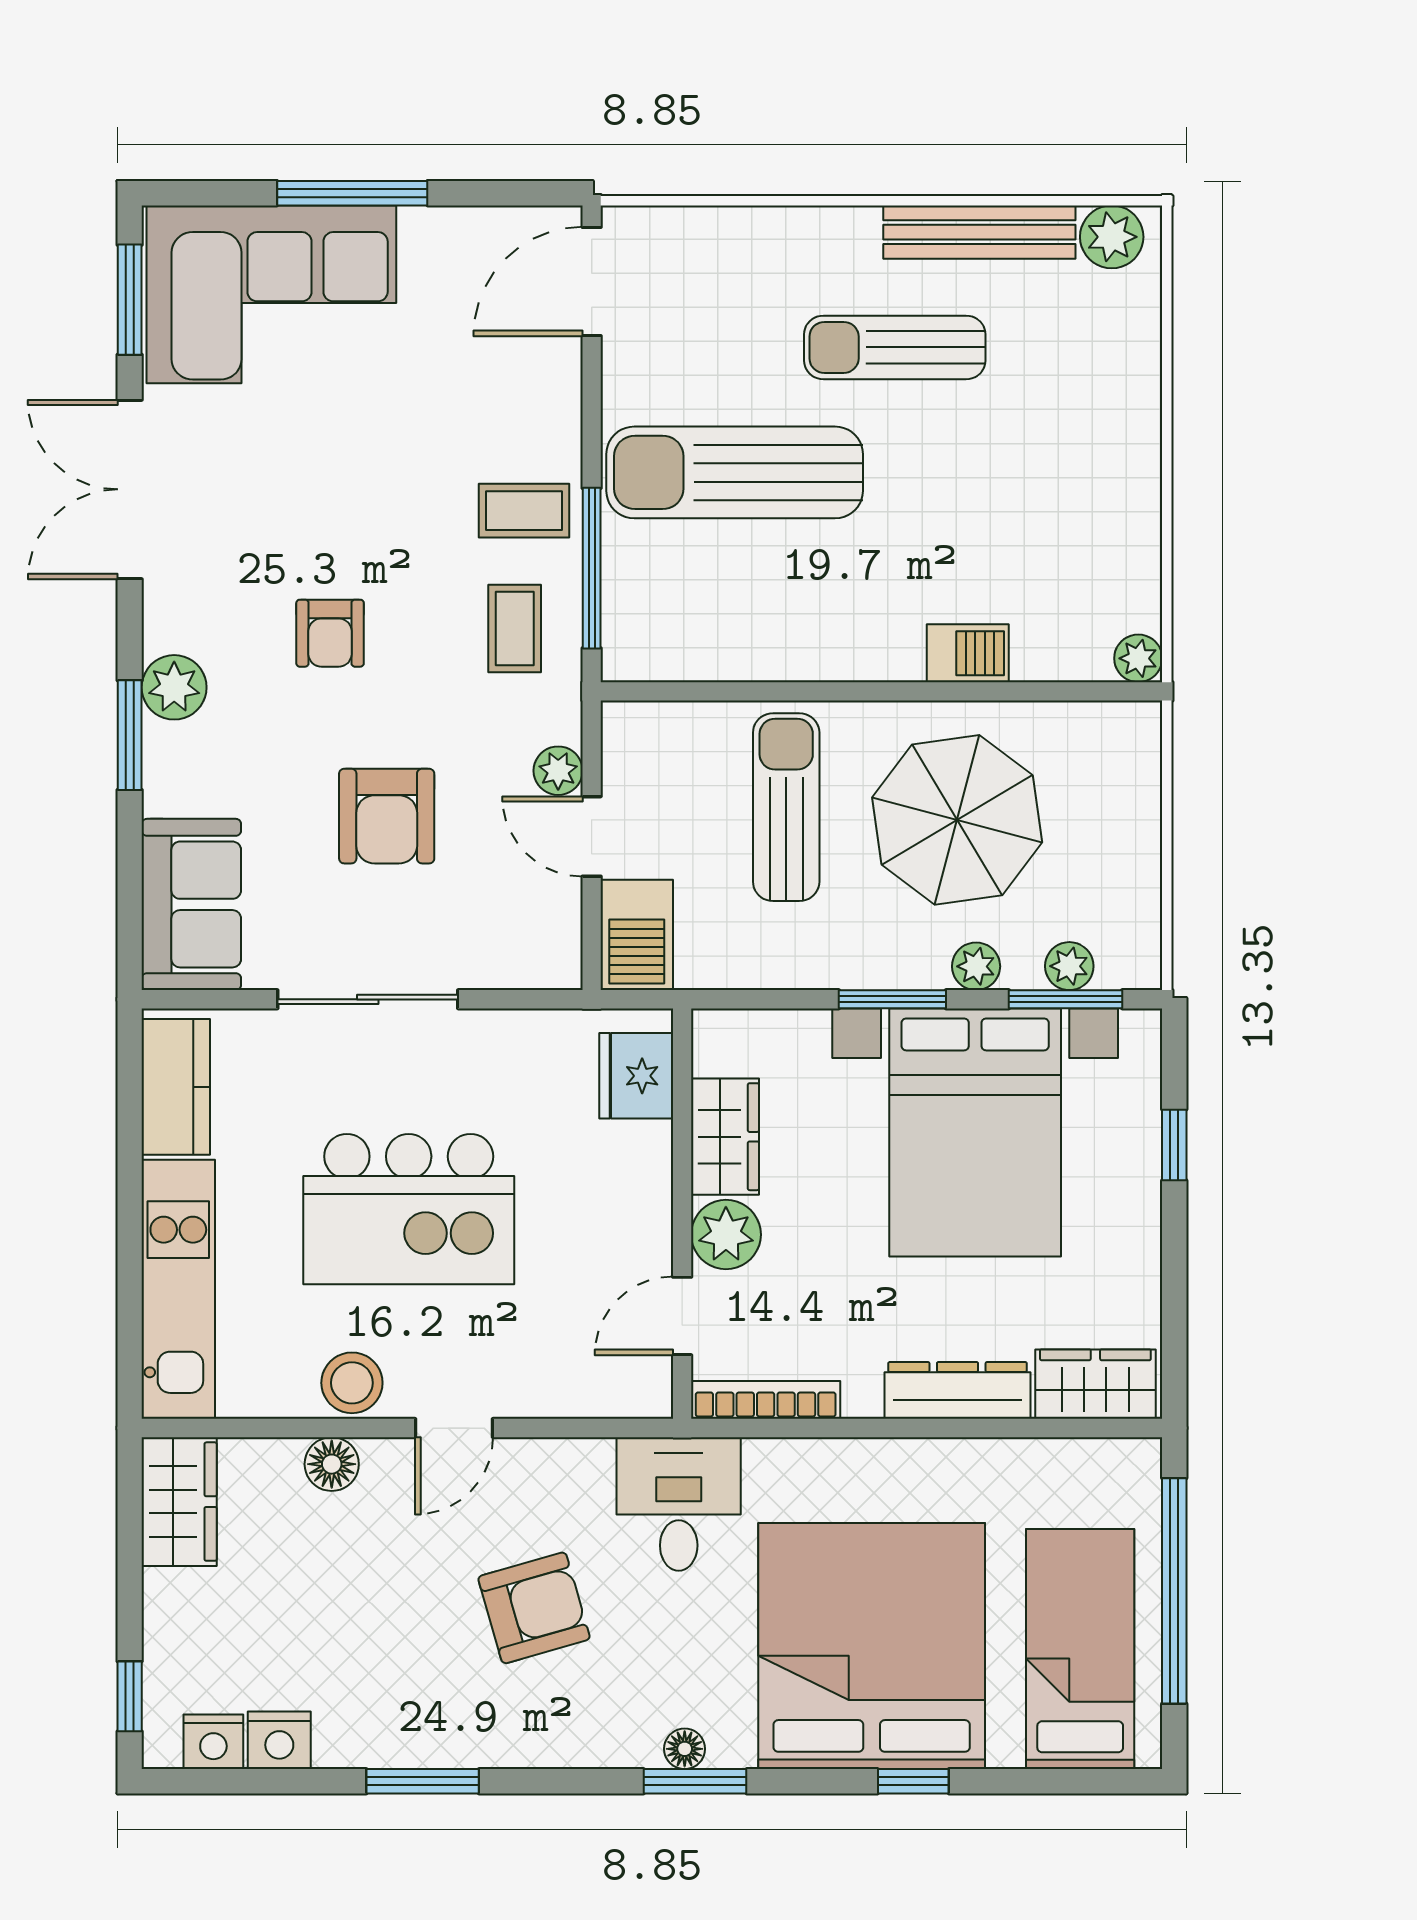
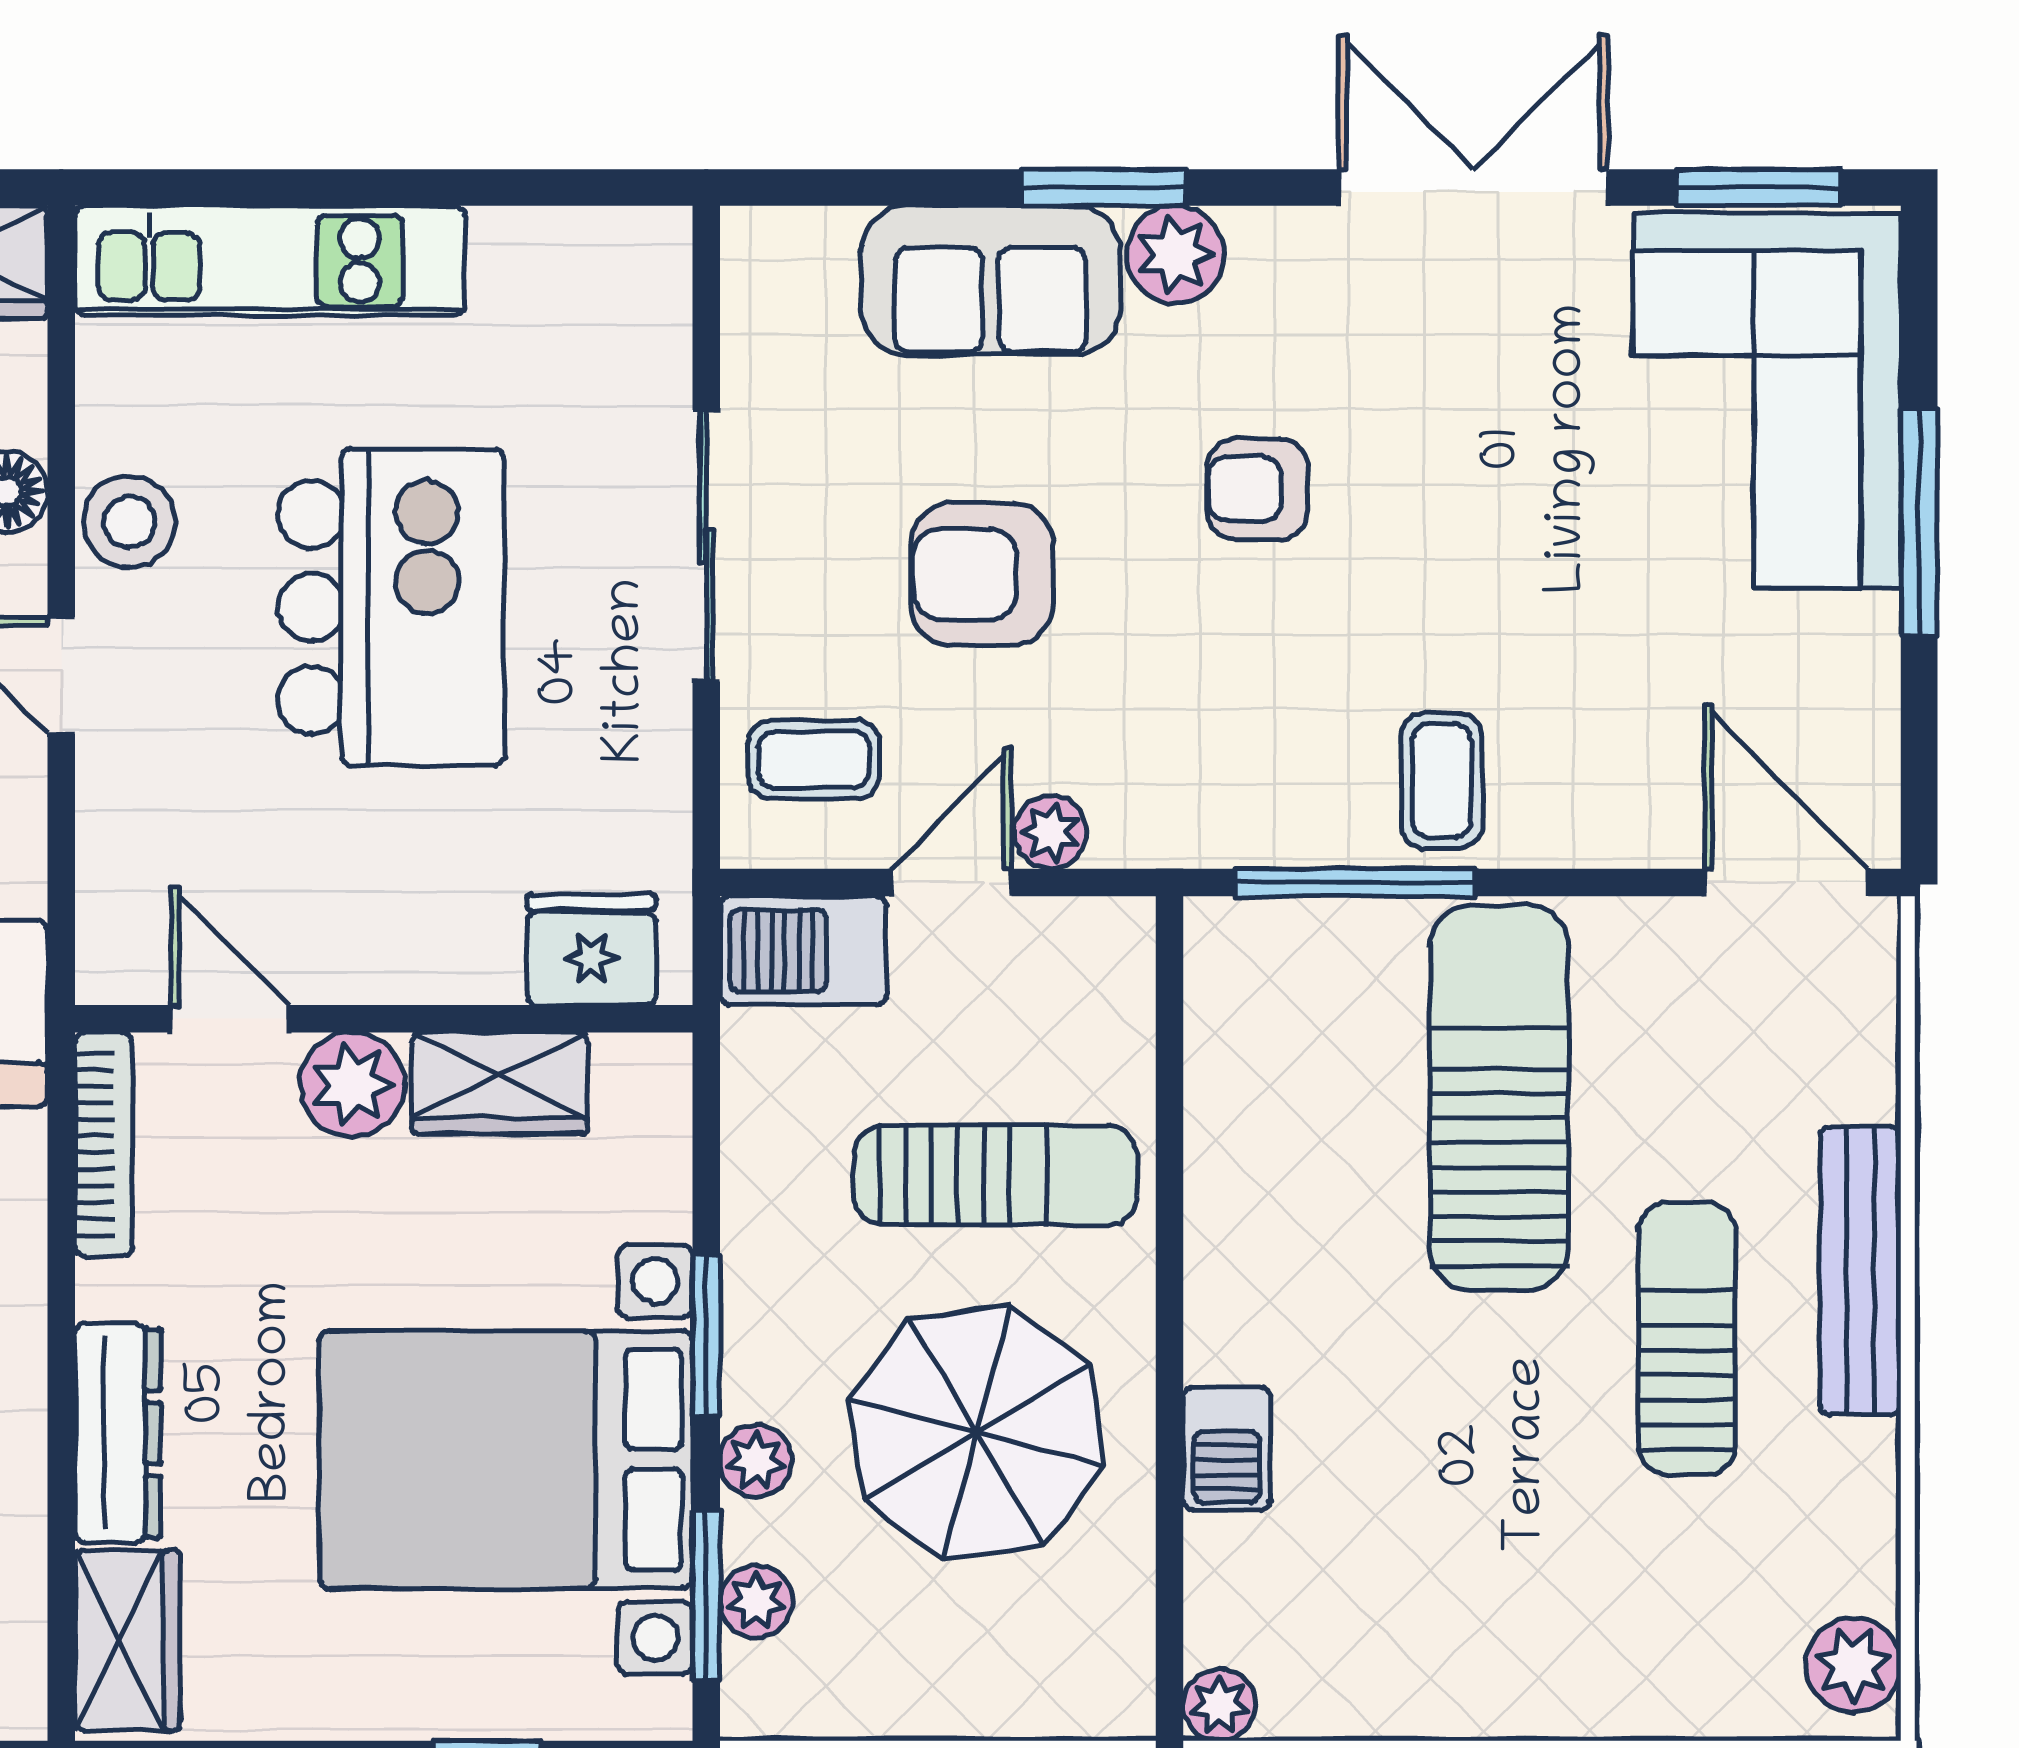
bench: (979, 232) -> (1861, 1271), moved
coffee table: (515, 629) -> (814, 760), moved
sofa: (191, 904) -> (991, 280), moved
kitchen counter: (176, 1087) -> (575, 257), removed
kitchen island: (409, 1209) -> (391, 607), turned 180

